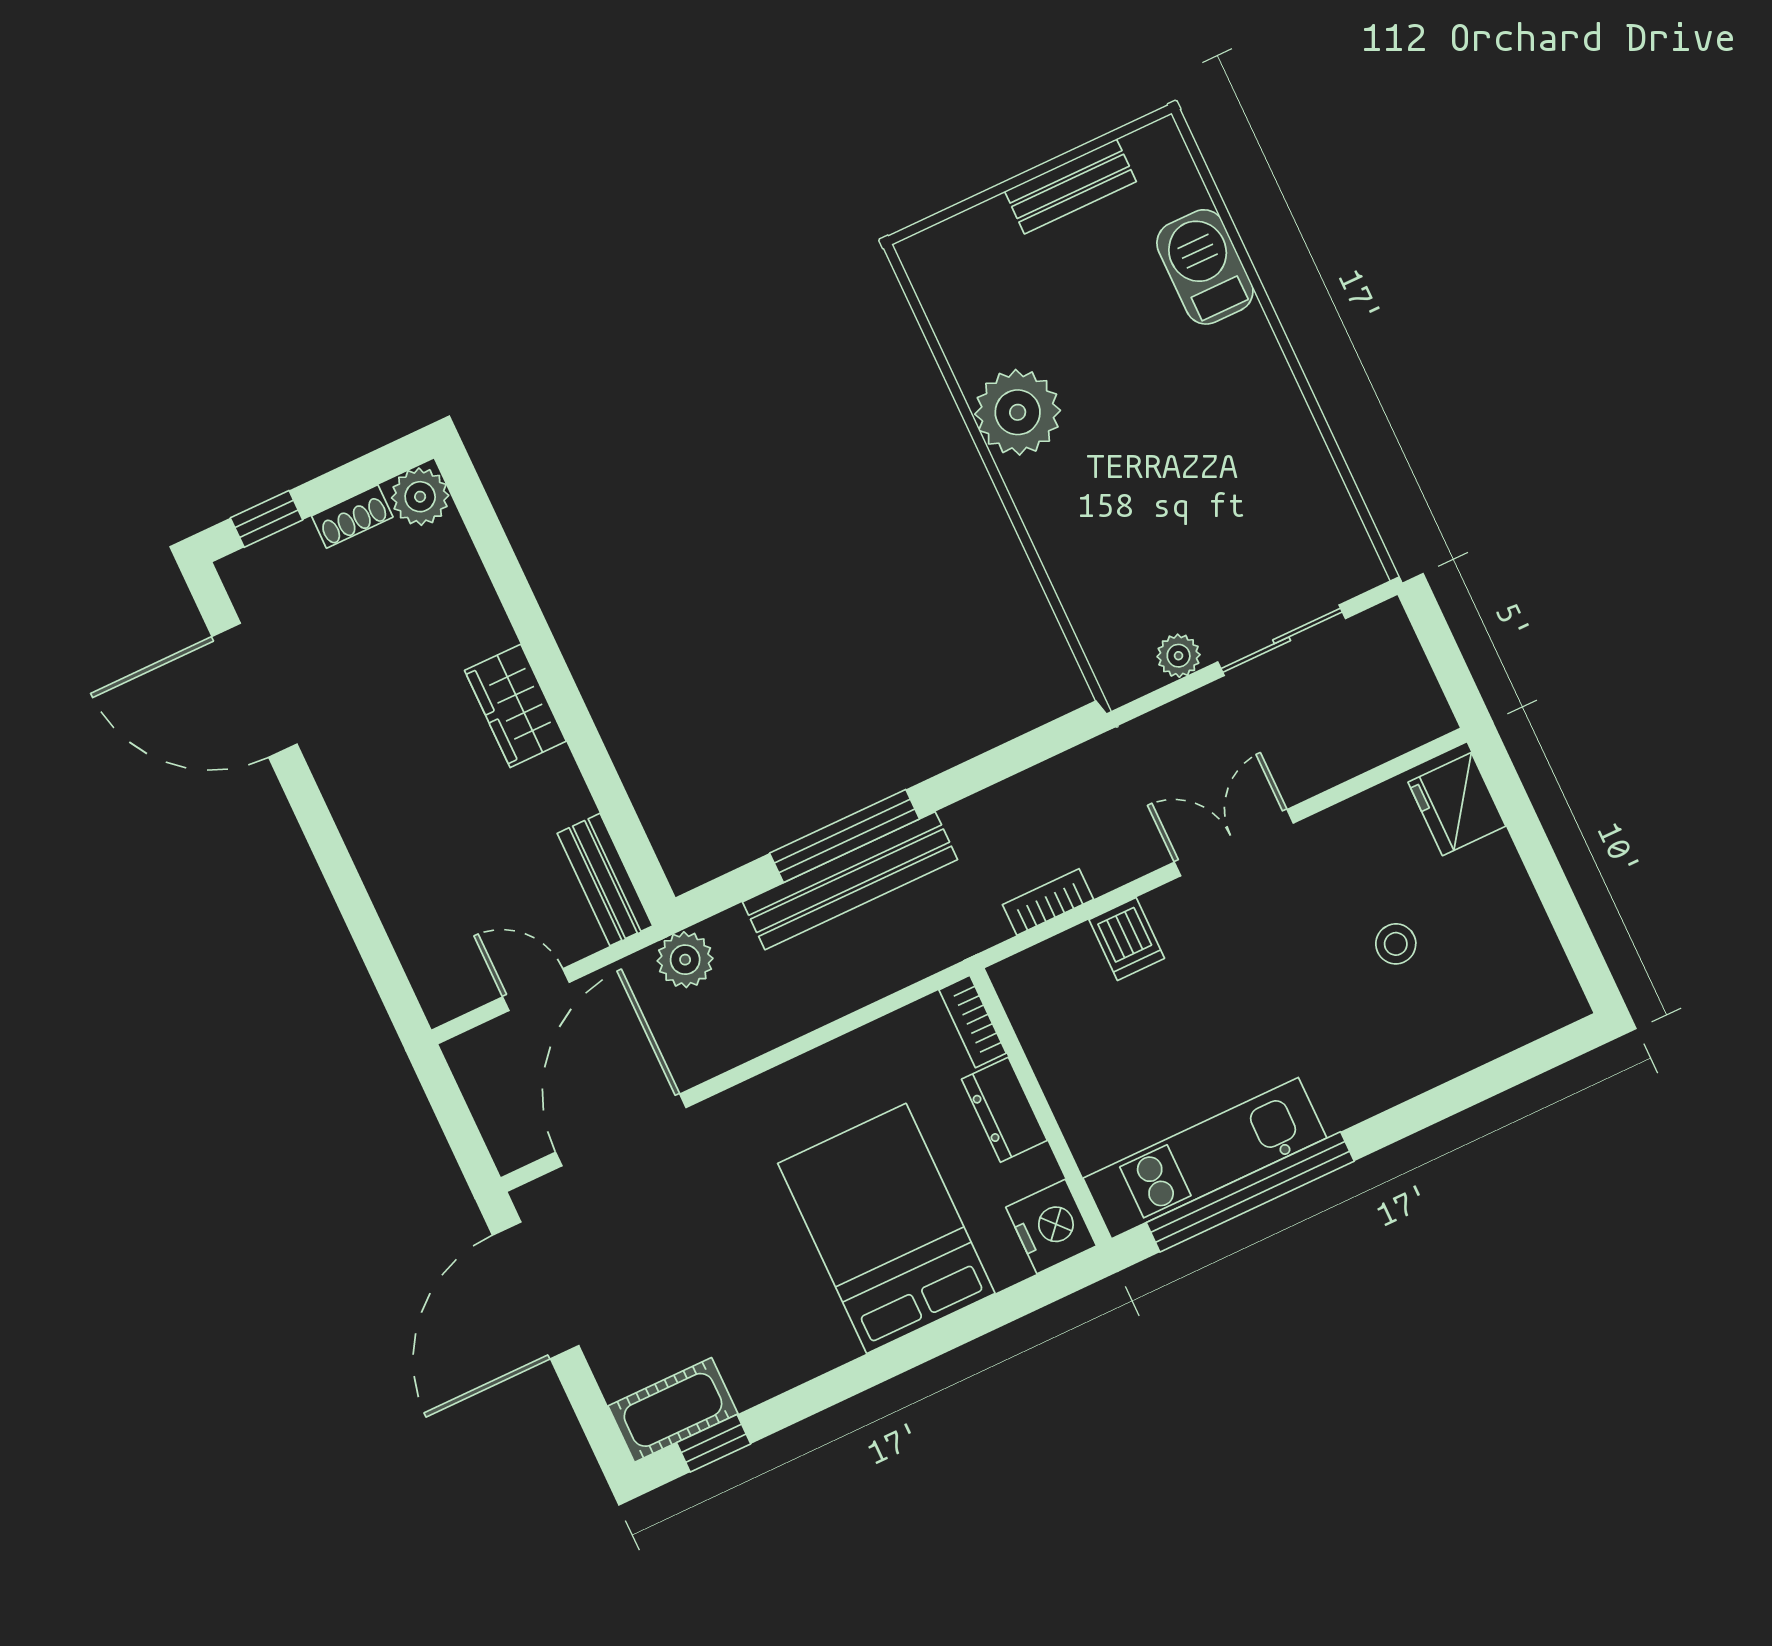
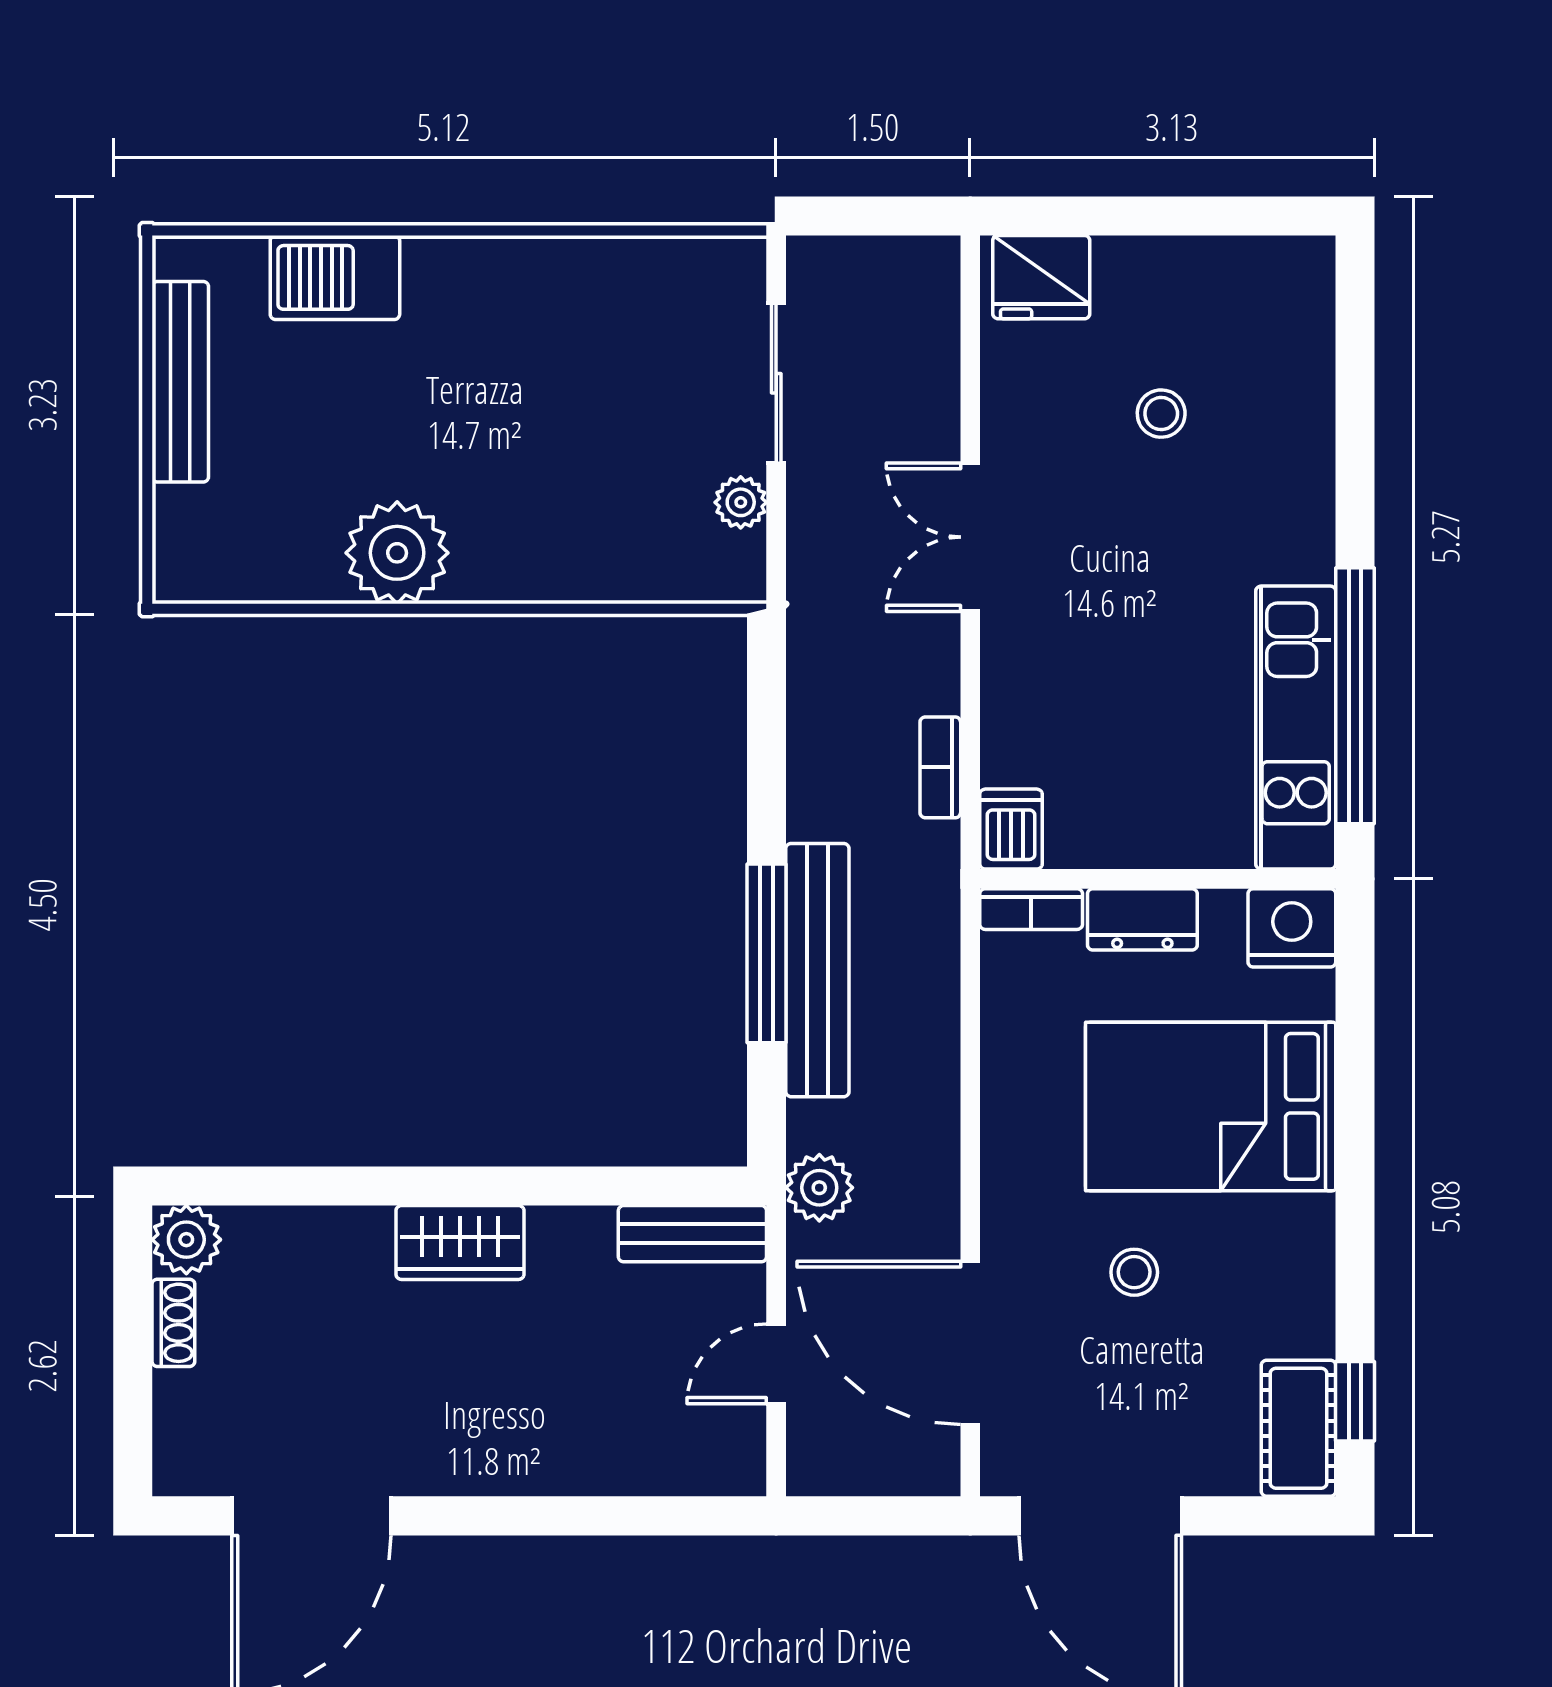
bench: (1070, 186) -> (180, 382), width x1.36
window: (267, 519) -> (133, 1416), removed
dishwasher: (1127, 939) -> (1011, 829), moved, turned -90
stool: (733, 1229) -> (1134, 1272), added

